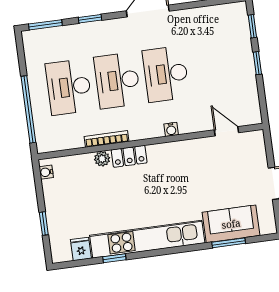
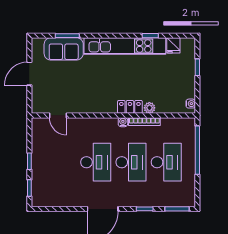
water cooler: (171, 129) -> (123, 122), moved

